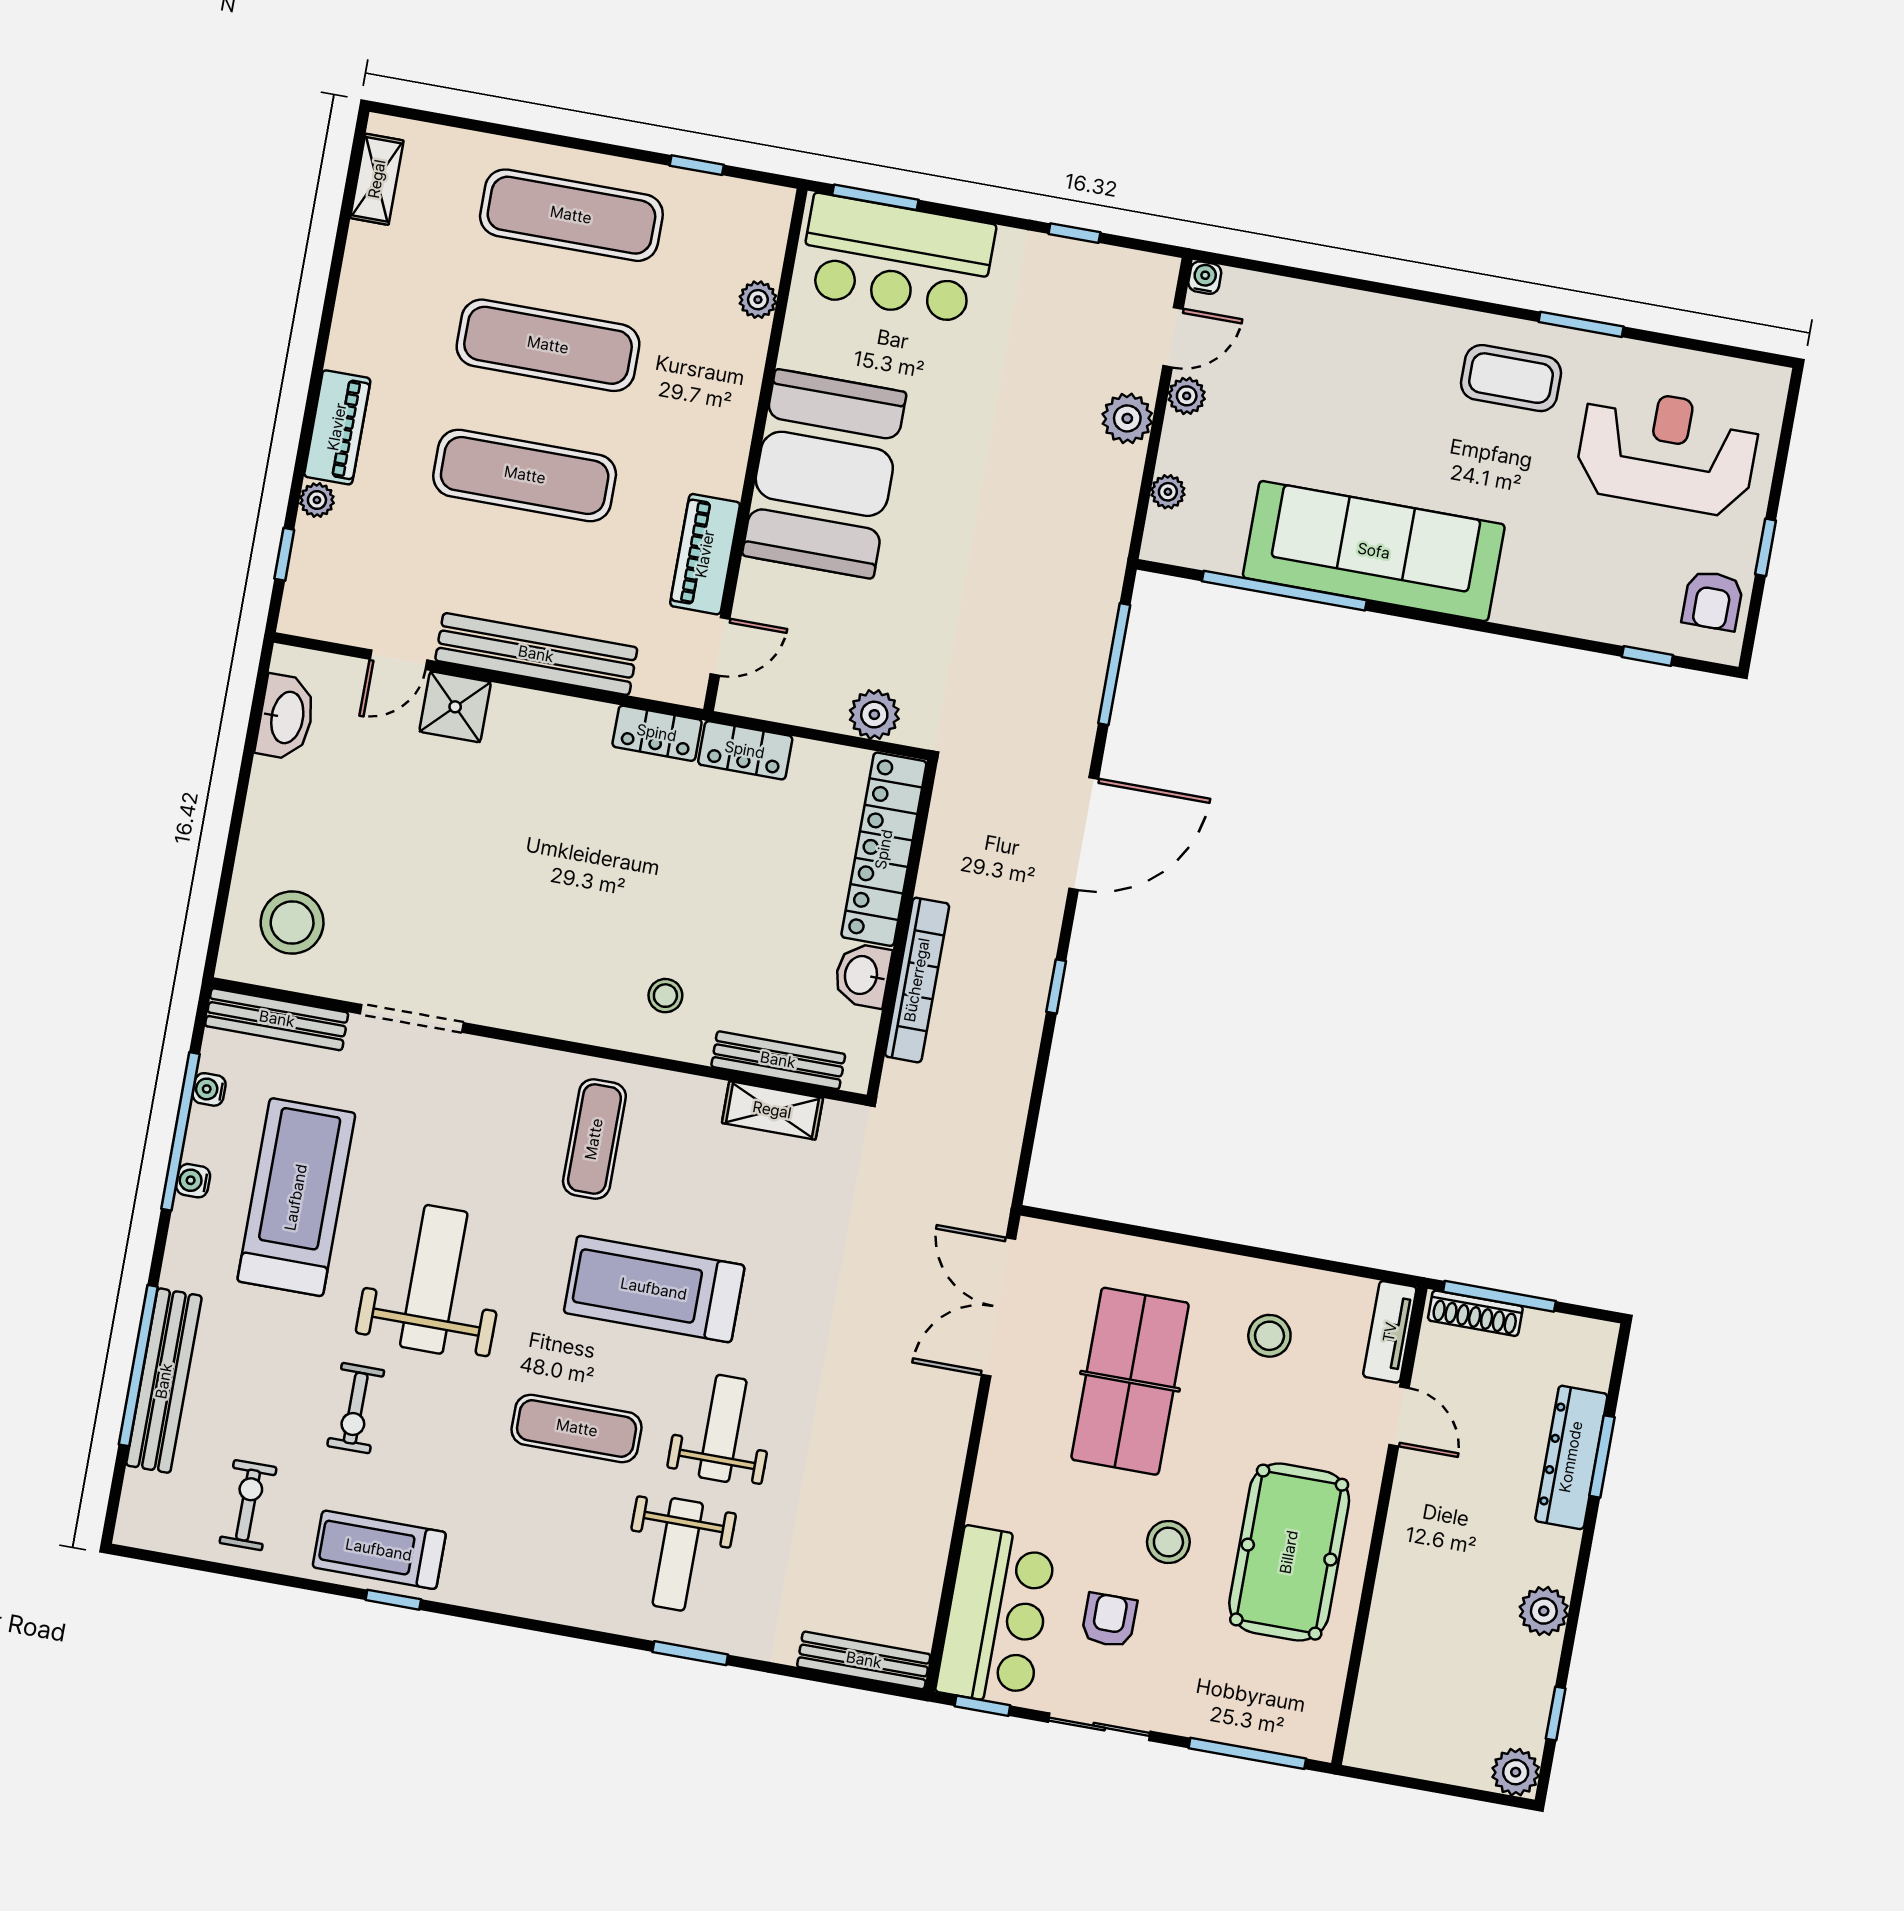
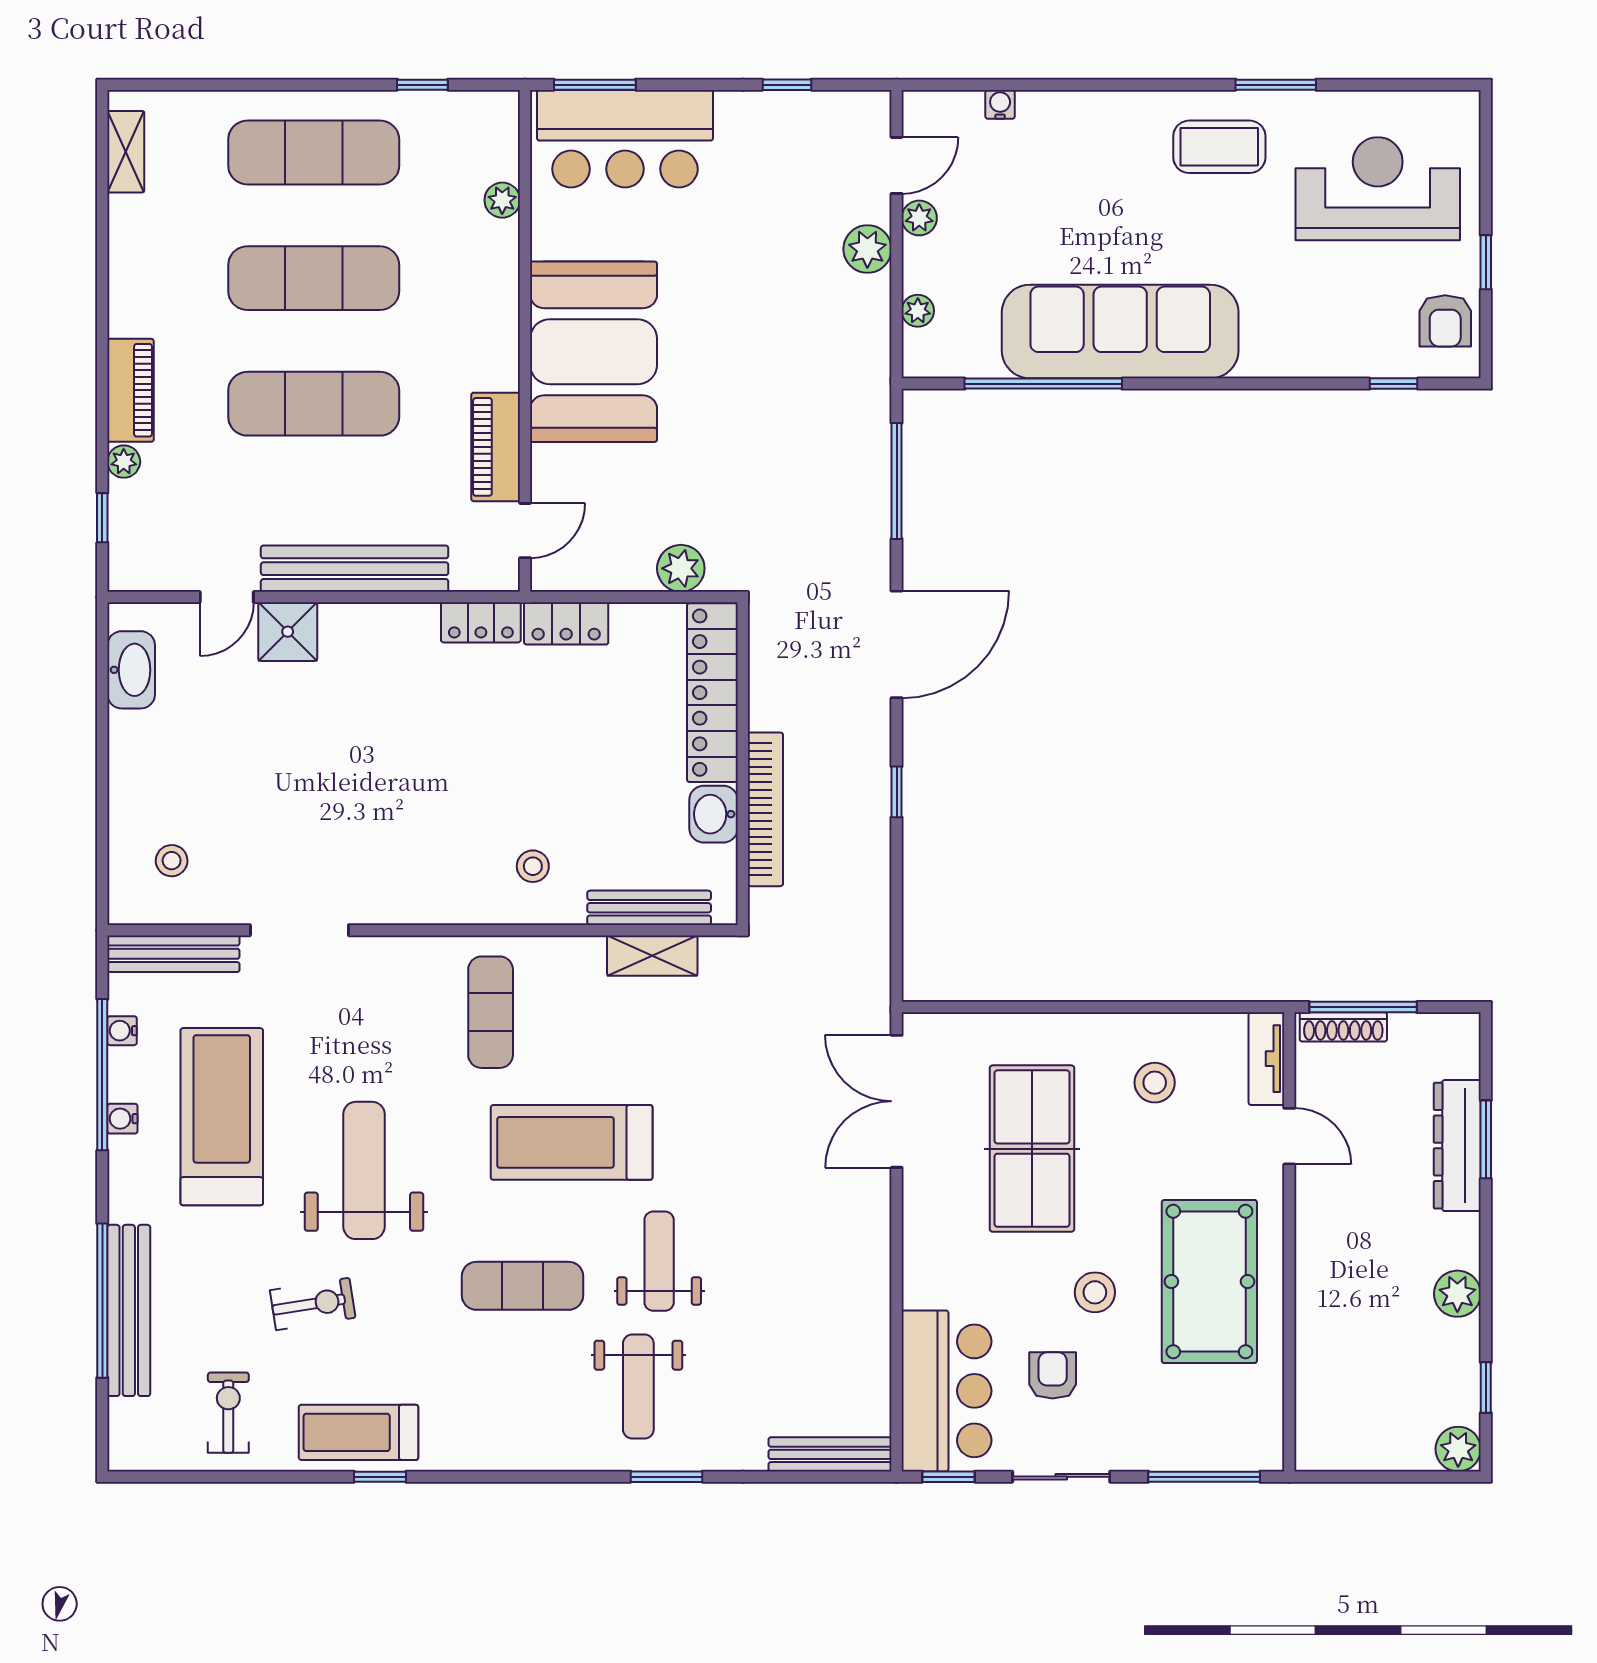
water cooler: (1205, 278) -> (1000, 104), moved
stool: (292, 922) -> (172, 861), width x0.53, depth x0.53
exercise bike: (356, 1408) -> (313, 1304), turned -99

